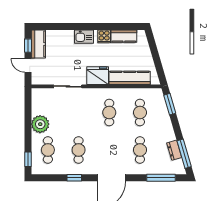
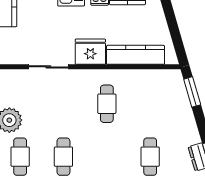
cafe table: (140, 113) -> (150, 104), removed

